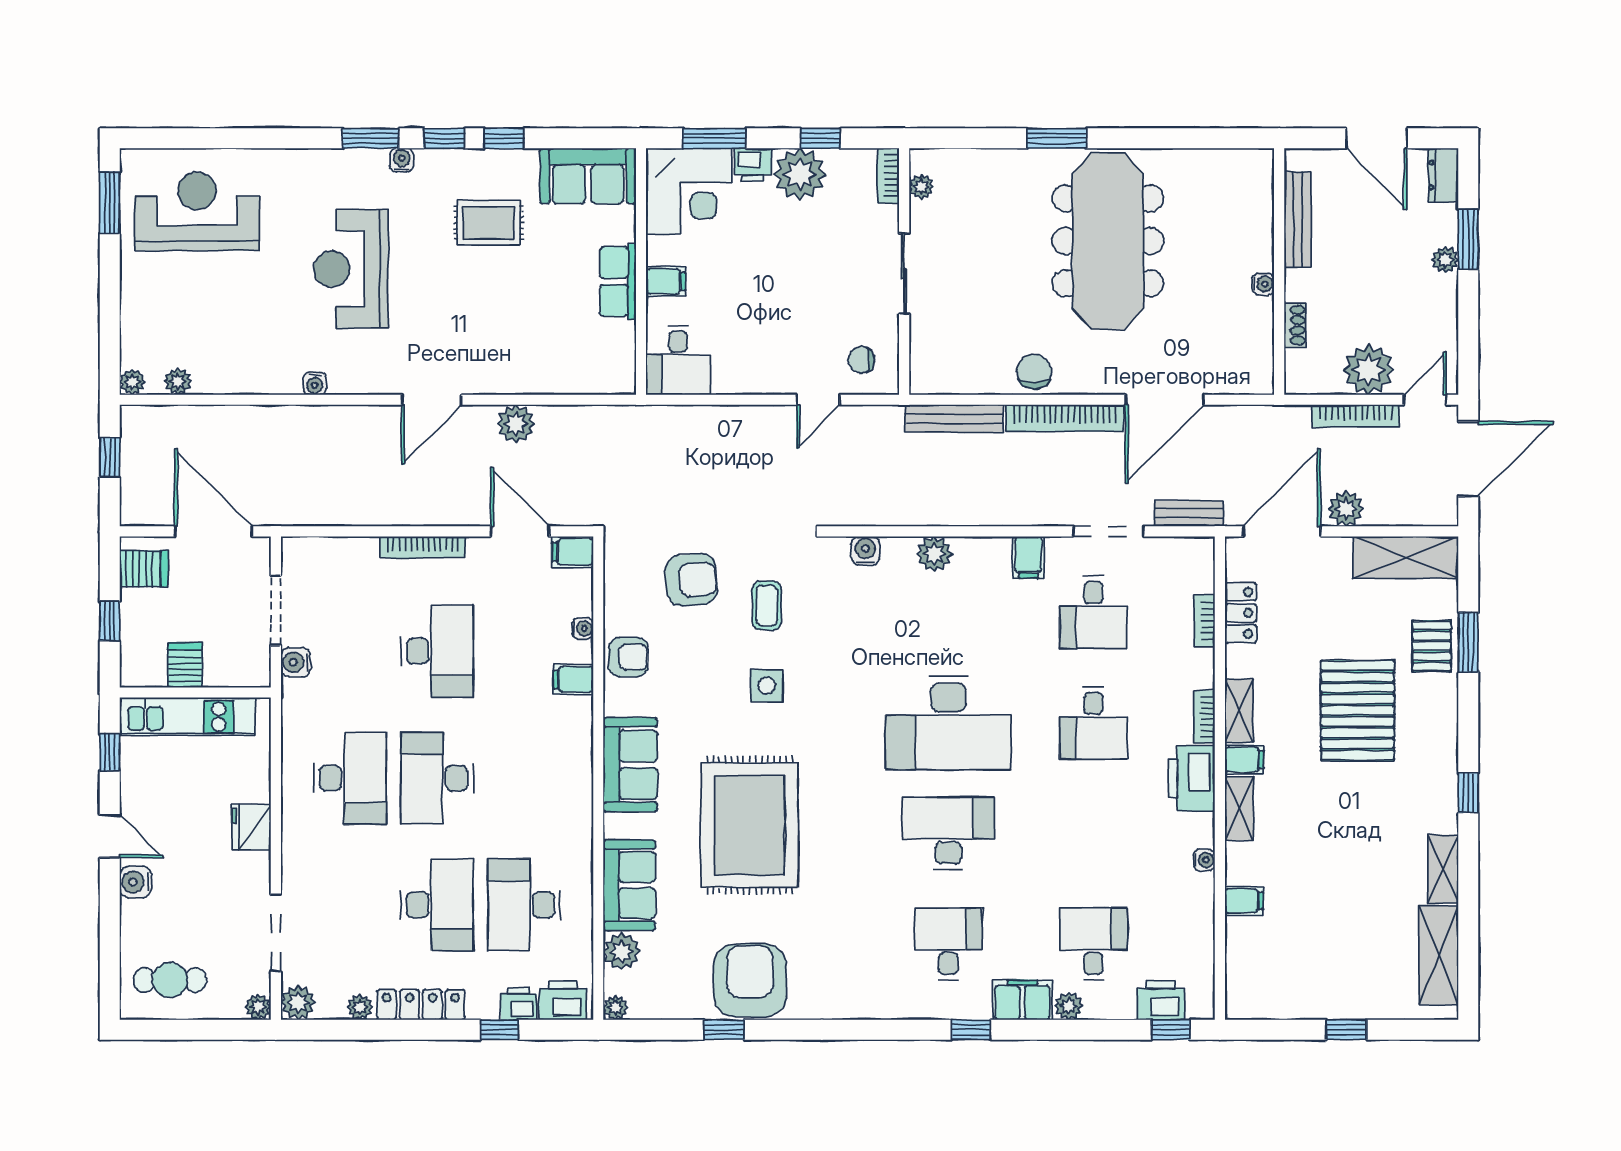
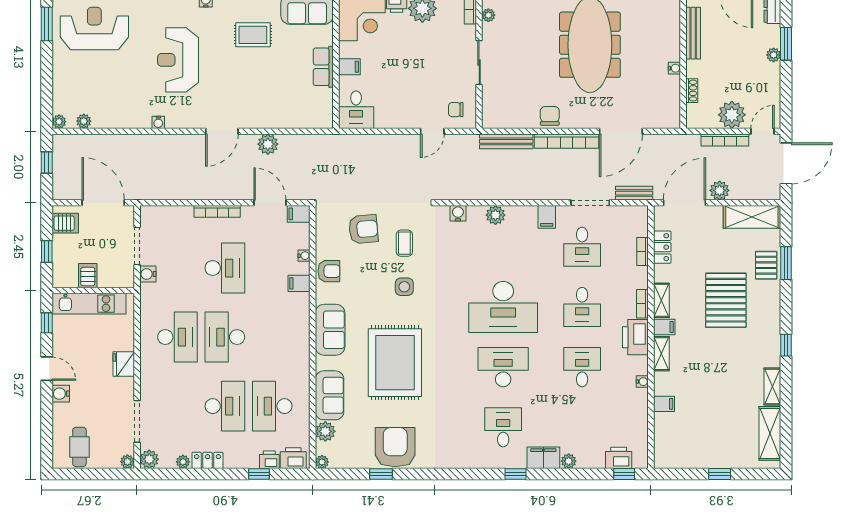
desk: (1093, 944) -> (582, 367), moved
cafe table: (170, 980) -> (79, 447), turned 90
locker: (421, 1005) -> (208, 460), width x0.66

